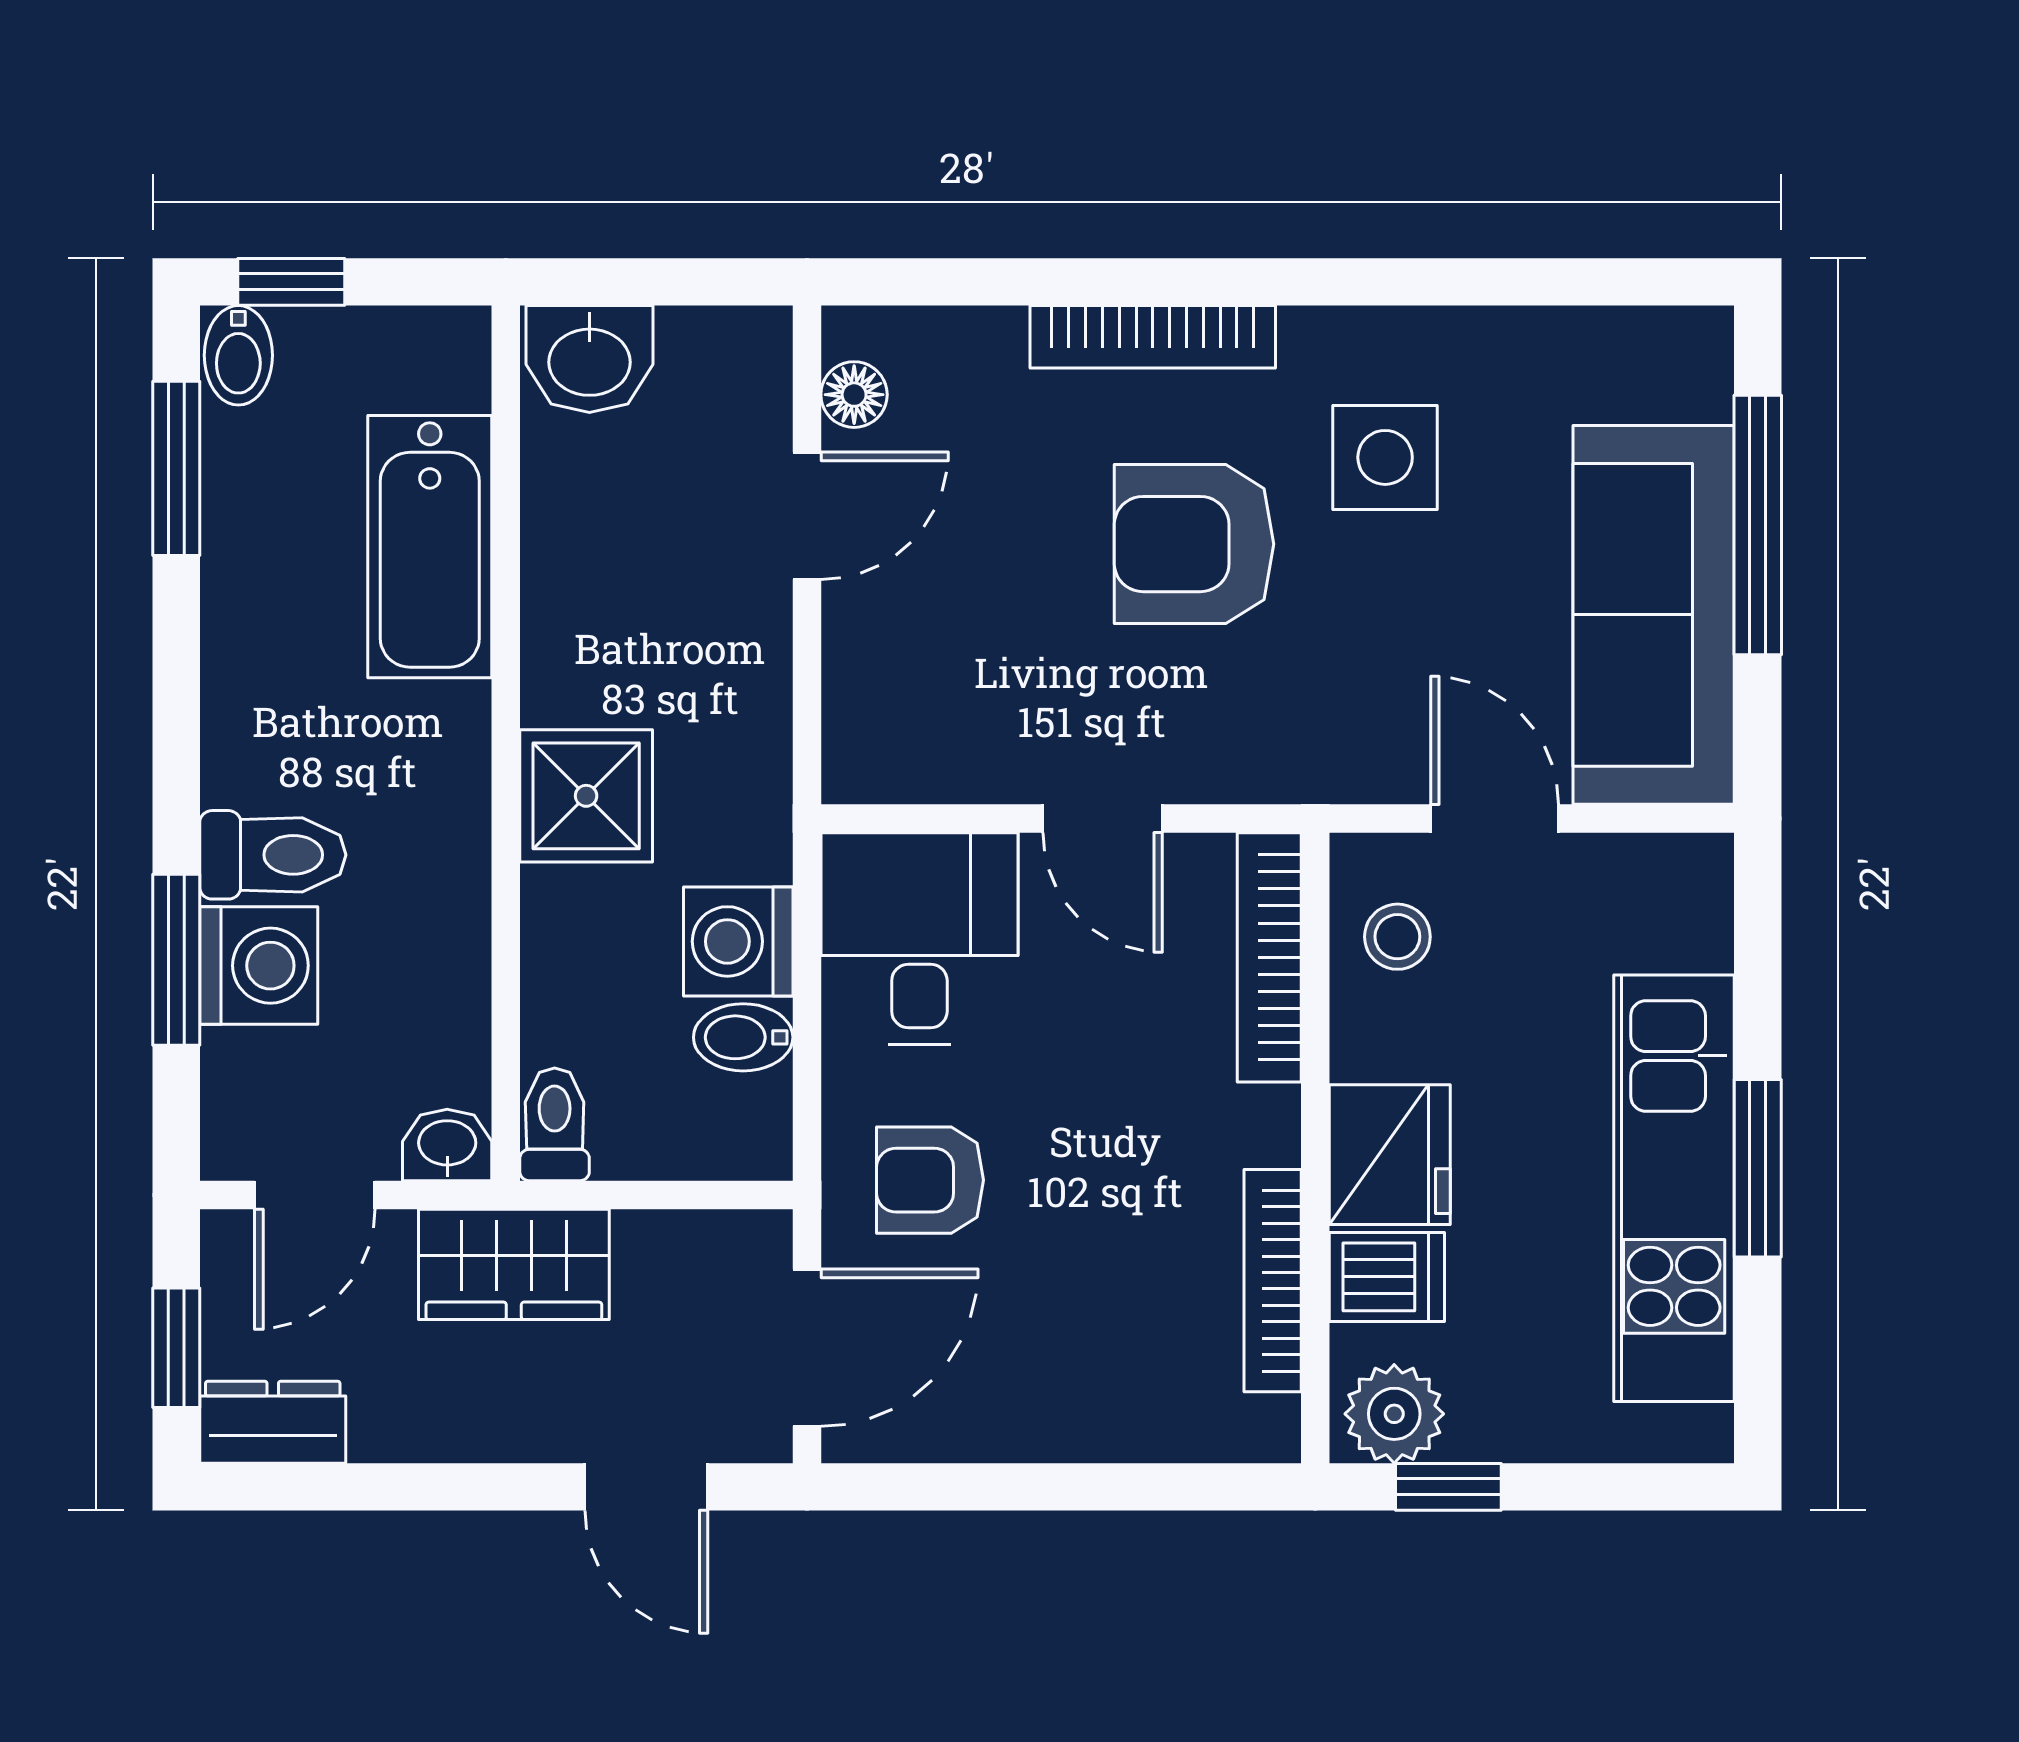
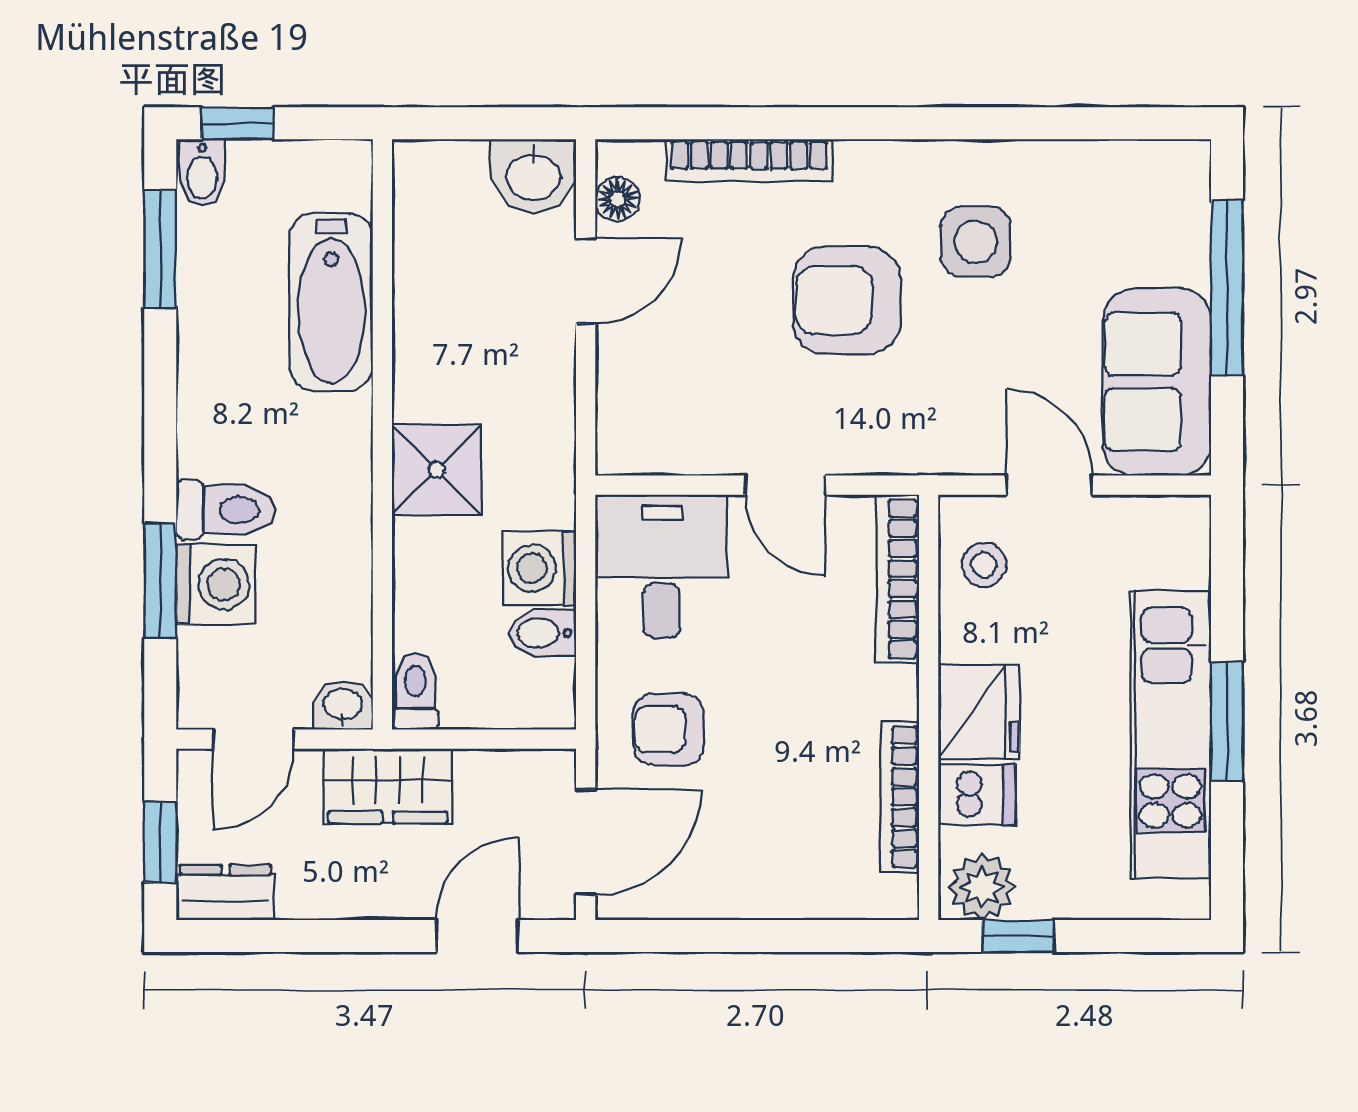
bookcase: (1153, 337) -> (749, 160), moved
washbasin: (589, 359) -> (533, 175), moved
sofa: (1654, 615) -> (1157, 382), width x0.73
door: (646, 1487) -> (477, 936), swing flipped

